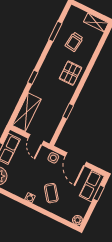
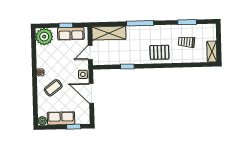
window: (33, 77) -> (140, 23), width x2.17
door: (76, 159) -> (91, 93), hinge flipped
row of seats: (92, 186) -> (61, 118), moved

